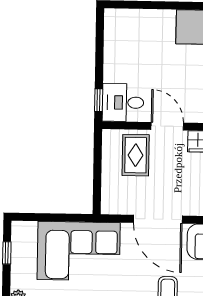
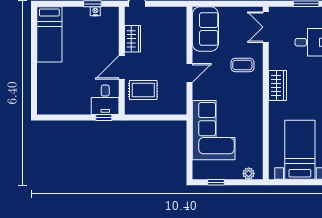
door: (158, 219) -> (190, 73), width x0.53

